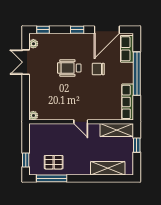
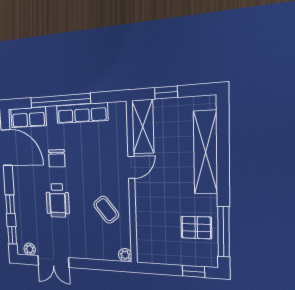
window: (77, 30) -> (10, 204), moved
row of seats: (128, 102) -> (82, 113), moved
coffee table: (64, 103) -> (106, 210), added
door: (81, 122) -> (131, 167), moved
pallet: (54, 162) -> (196, 228), turned 90
shelving: (108, 168) -> (205, 152), width x1.47

